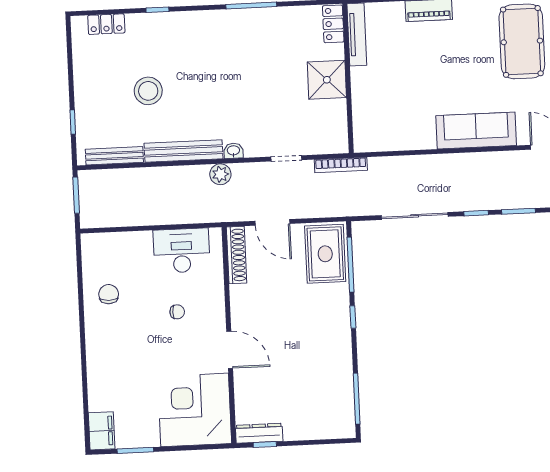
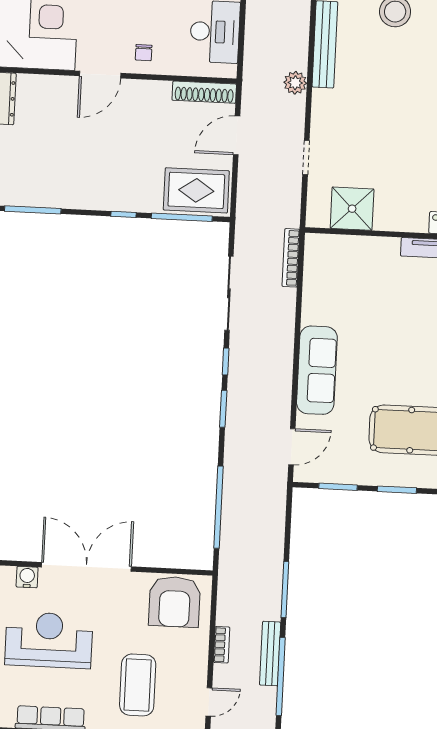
shower: (327, 80) -> (352, 209), moved
washbasin: (233, 151) -> (320, 100), removed
bookcase: (341, 165) -> (291, 258), moved
chair: (177, 312) -> (144, 53), moved

